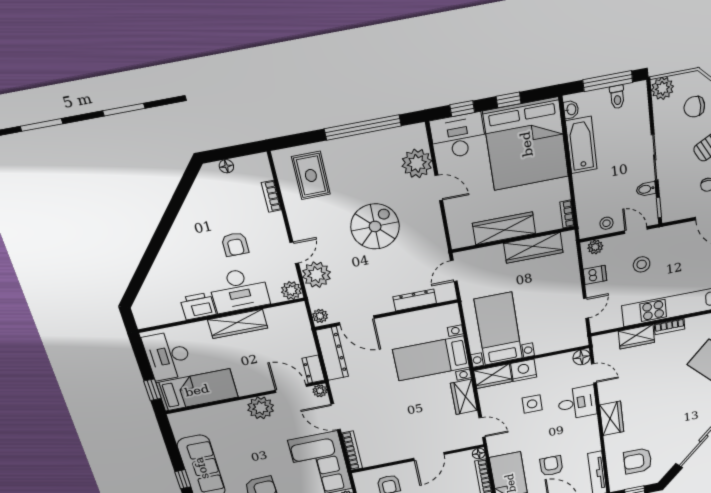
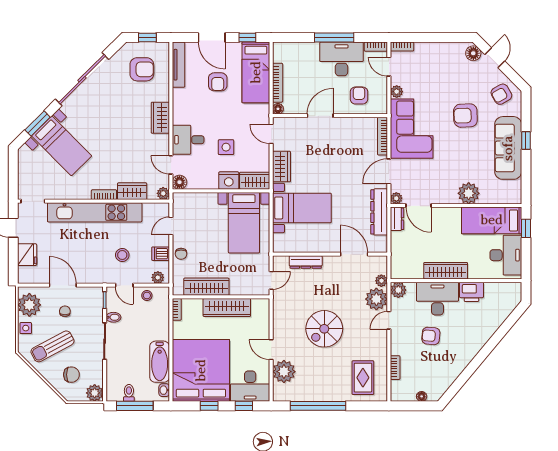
armchair: (235, 244) -> (431, 336), turned -85
chair: (570, 280) -> (181, 254), added
plant: (320, 316) -> (381, 281), moved
plant: (599, 342) -> (163, 193), added
dresser: (332, 354) -> (379, 212), moved
plant: (261, 408) -> (469, 193), moved
door: (336, 417) -> (389, 171), swing flipped

